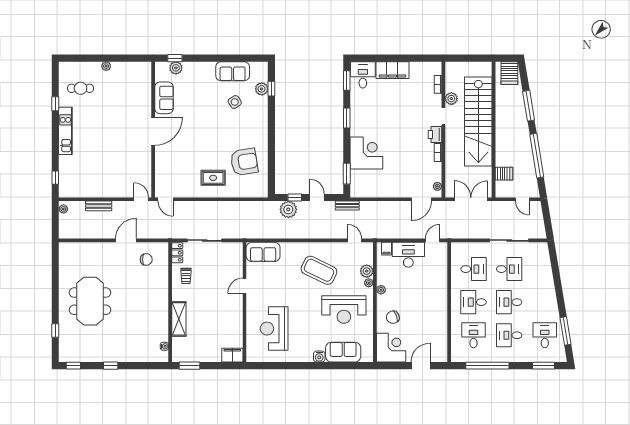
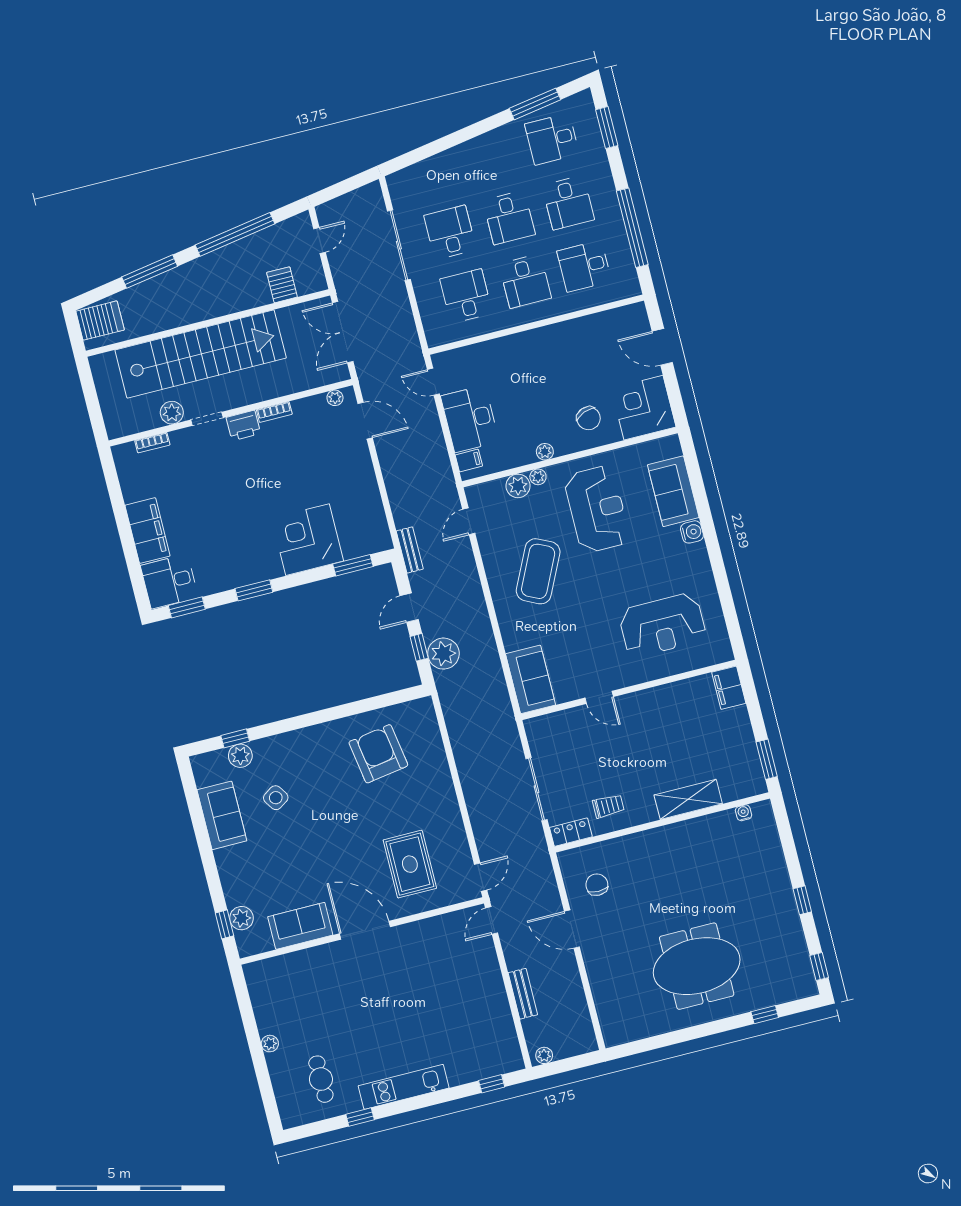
rug: (213, 178) -> (410, 864), moved, width x1.36, depth x1.43

